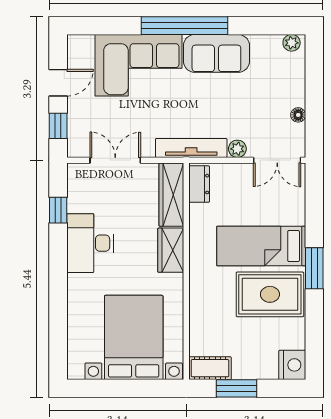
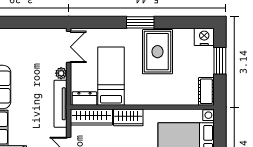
floor lamp: (298, 115) -> (39, 33), removed
bed: (261, 246) -> (111, 76), moved, turned 180
window: (237, 388) -> (220, 61), moved

